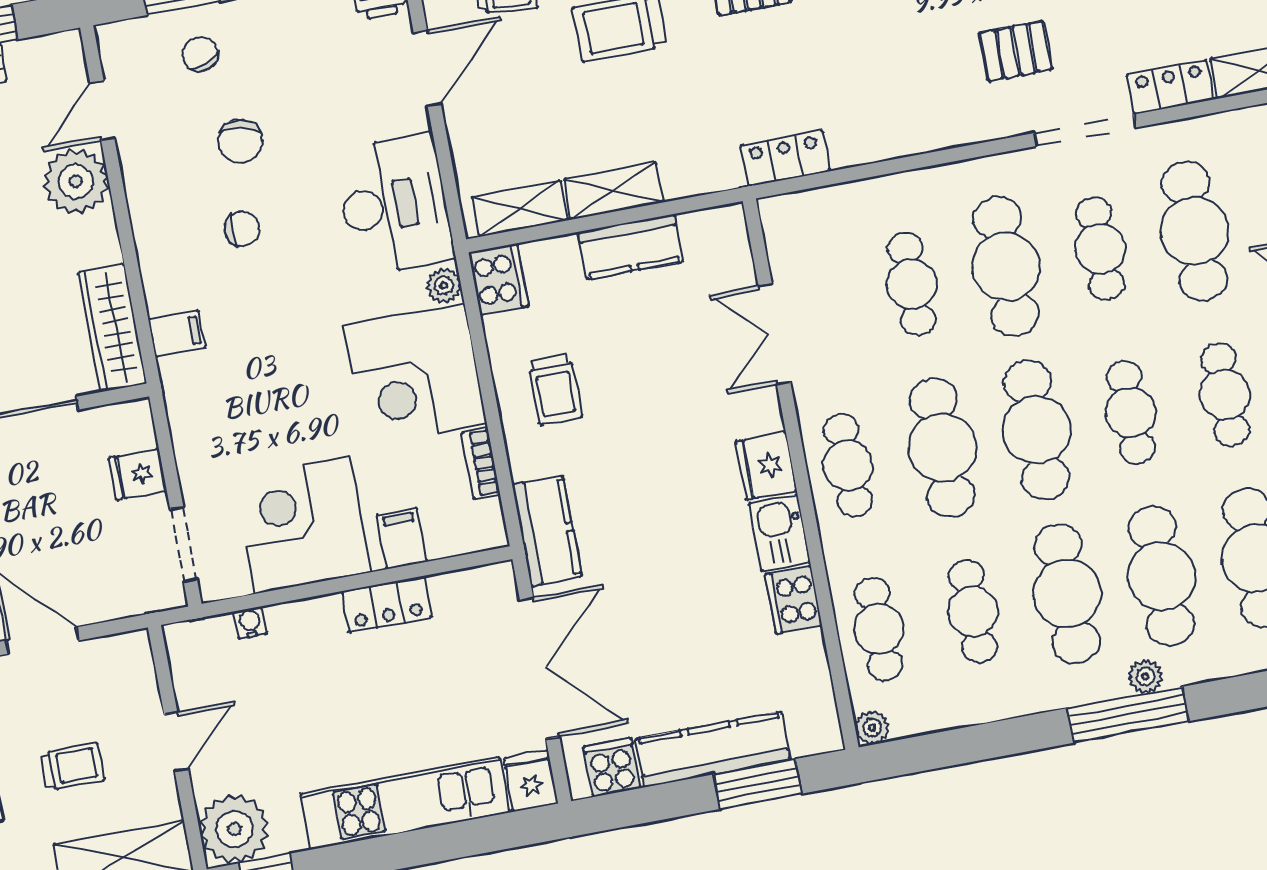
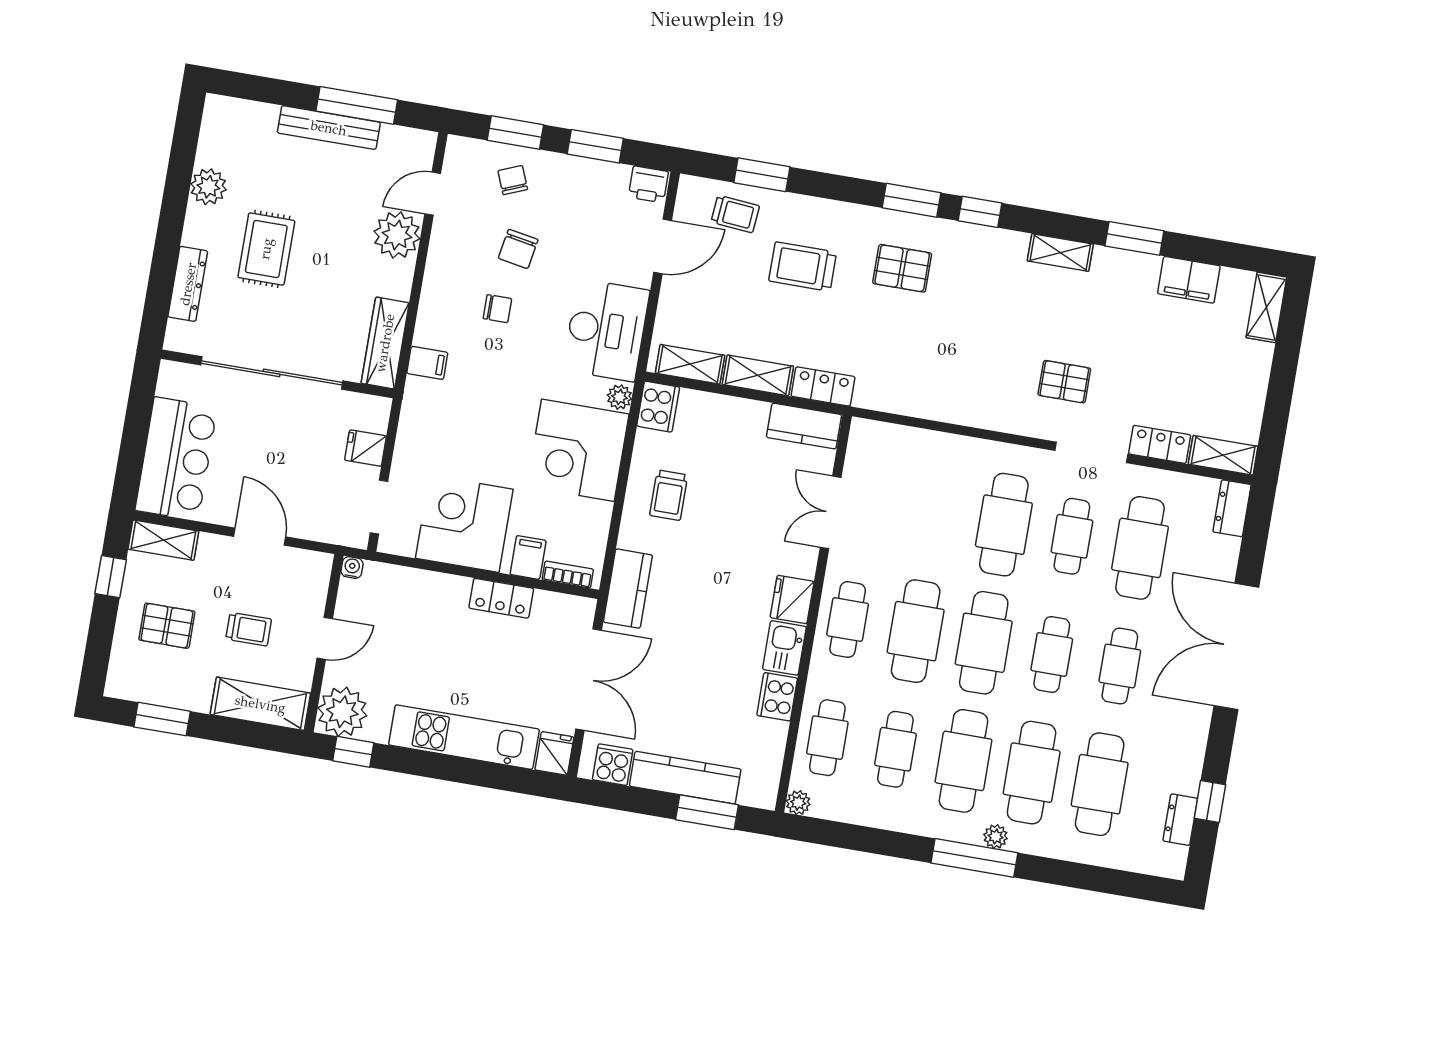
locker: (785, 158) -> (823, 386), moved
kitchen counter: (631, 247) -> (804, 426), moved
cafe table: (912, 284) -> (936, 513), removed
bookcase: (481, 463) -> (568, 575), moved, turned 90
water cooler: (250, 623) -> (352, 568), moved

